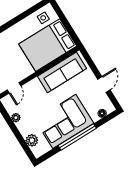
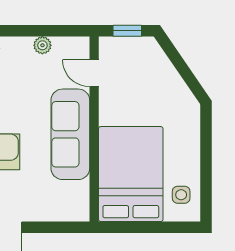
sofa: (62, 72) -> (70, 134), moved

